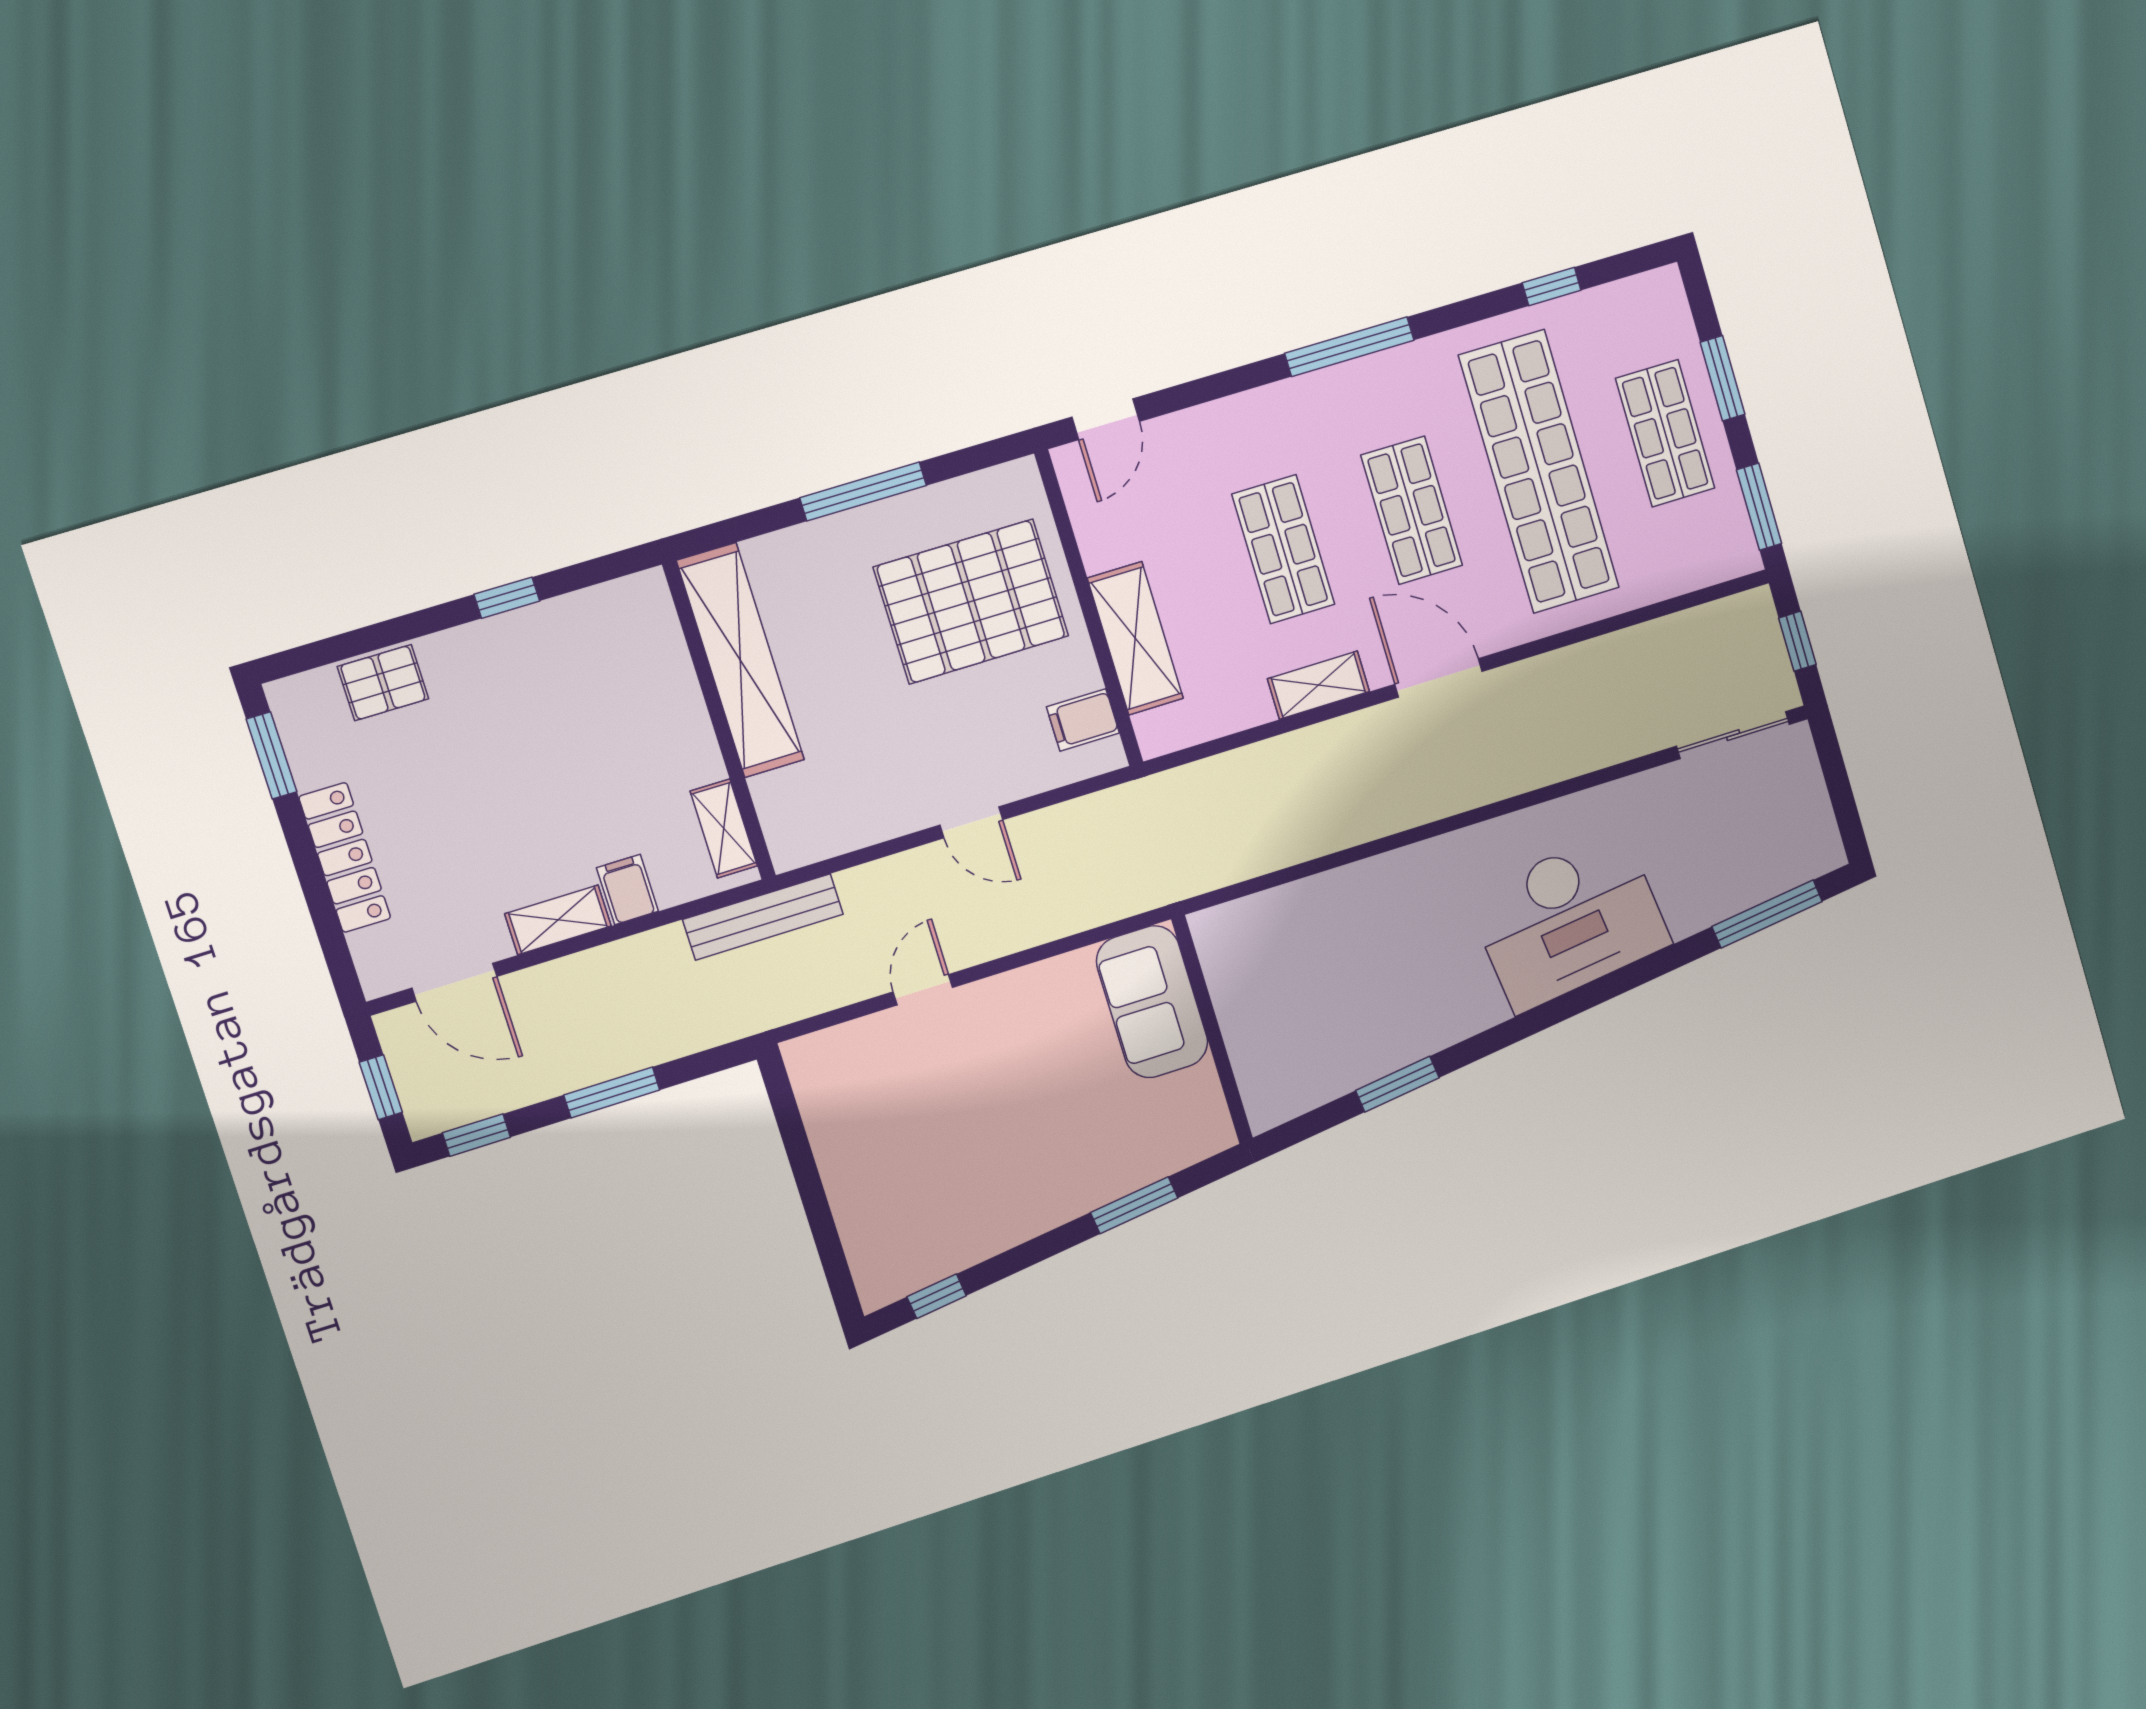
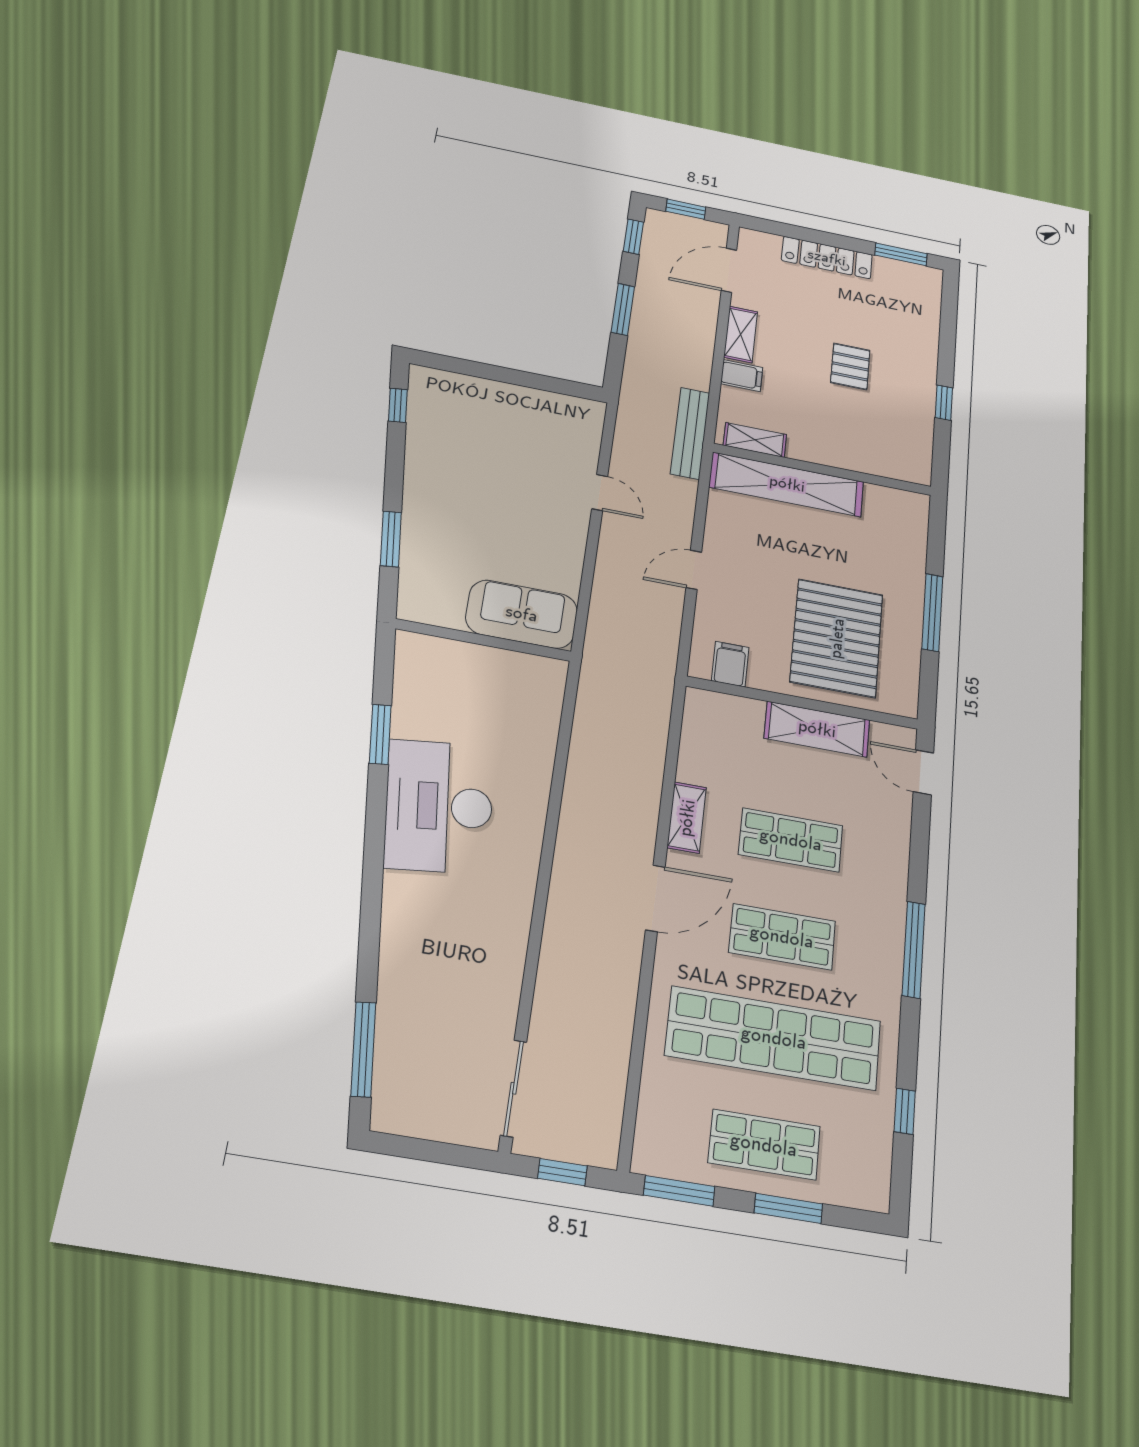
shelving: (1135, 638) -> (817, 729), moved
shelving: (740, 660) -> (787, 484), moved
pallet: (383, 683) -> (850, 366), moved
desk: (1569, 920) -> (439, 806), moved

